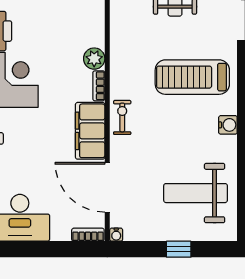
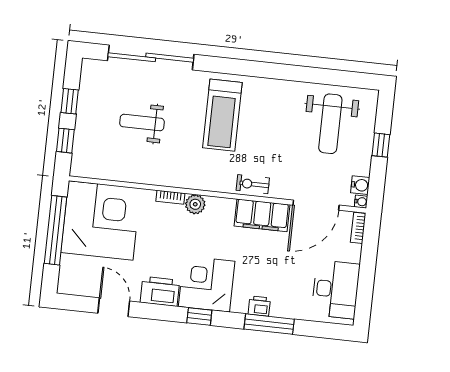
bookcase: (99, 86) -> (170, 197), moved
water cooler: (228, 125) -> (360, 185), moved, turned 90

